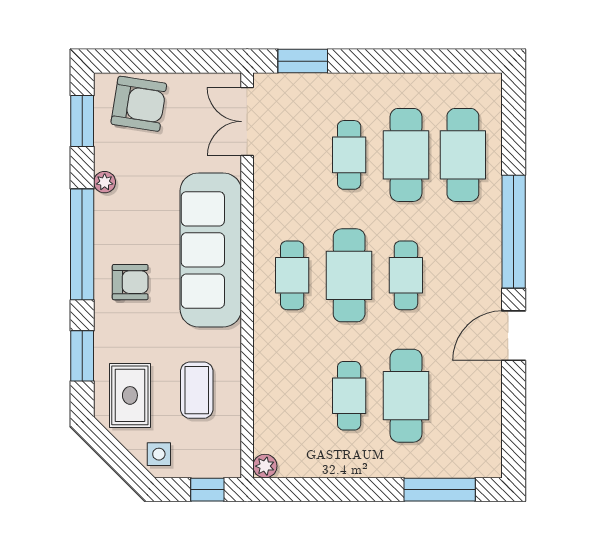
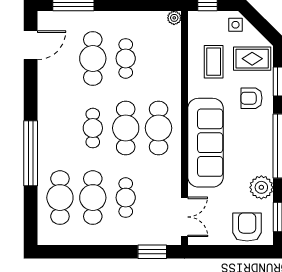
armchair: (139, 104) -> (247, 227), turned 81
plant: (105, 182) -> (261, 187), width x1.88, depth x1.88
cafe table: (292, 275) -> (159, 128), width x1.37, depth x1.35
armchair: (130, 282) -> (252, 98), moved
door: (514, 336) -> (31, 45), moved
rug: (130, 395) -> (252, 59), turned 90

